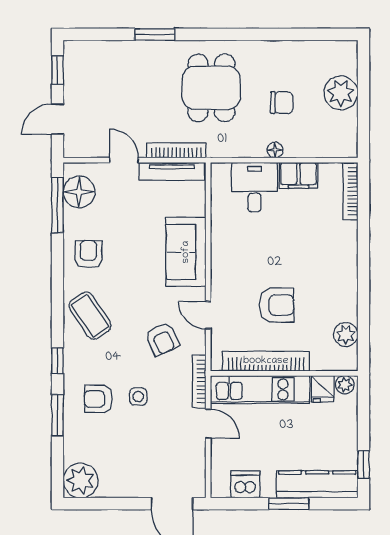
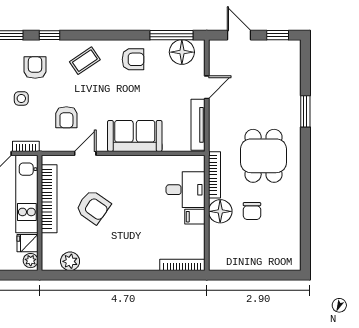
dining table: (211, 88) -> (264, 156), turned 90
plant: (341, 93) -> (260, 257), removed
bookcase: (176, 150) -> (214, 175), moved
floor lamp: (275, 150) -> (220, 211), width x1.89, depth x1.89
filing cabinet: (299, 175) -> (195, 217), width x0.50
armchair: (277, 305) -> (93, 207), turned -55
coffee table: (90, 316) -> (85, 61), width x0.73, depth x0.77
armchair: (162, 339) -> (66, 117), turned -65
bookcase: (199, 381) -> (26, 146), width x0.64
armchair: (98, 399) -> (35, 68), moved

